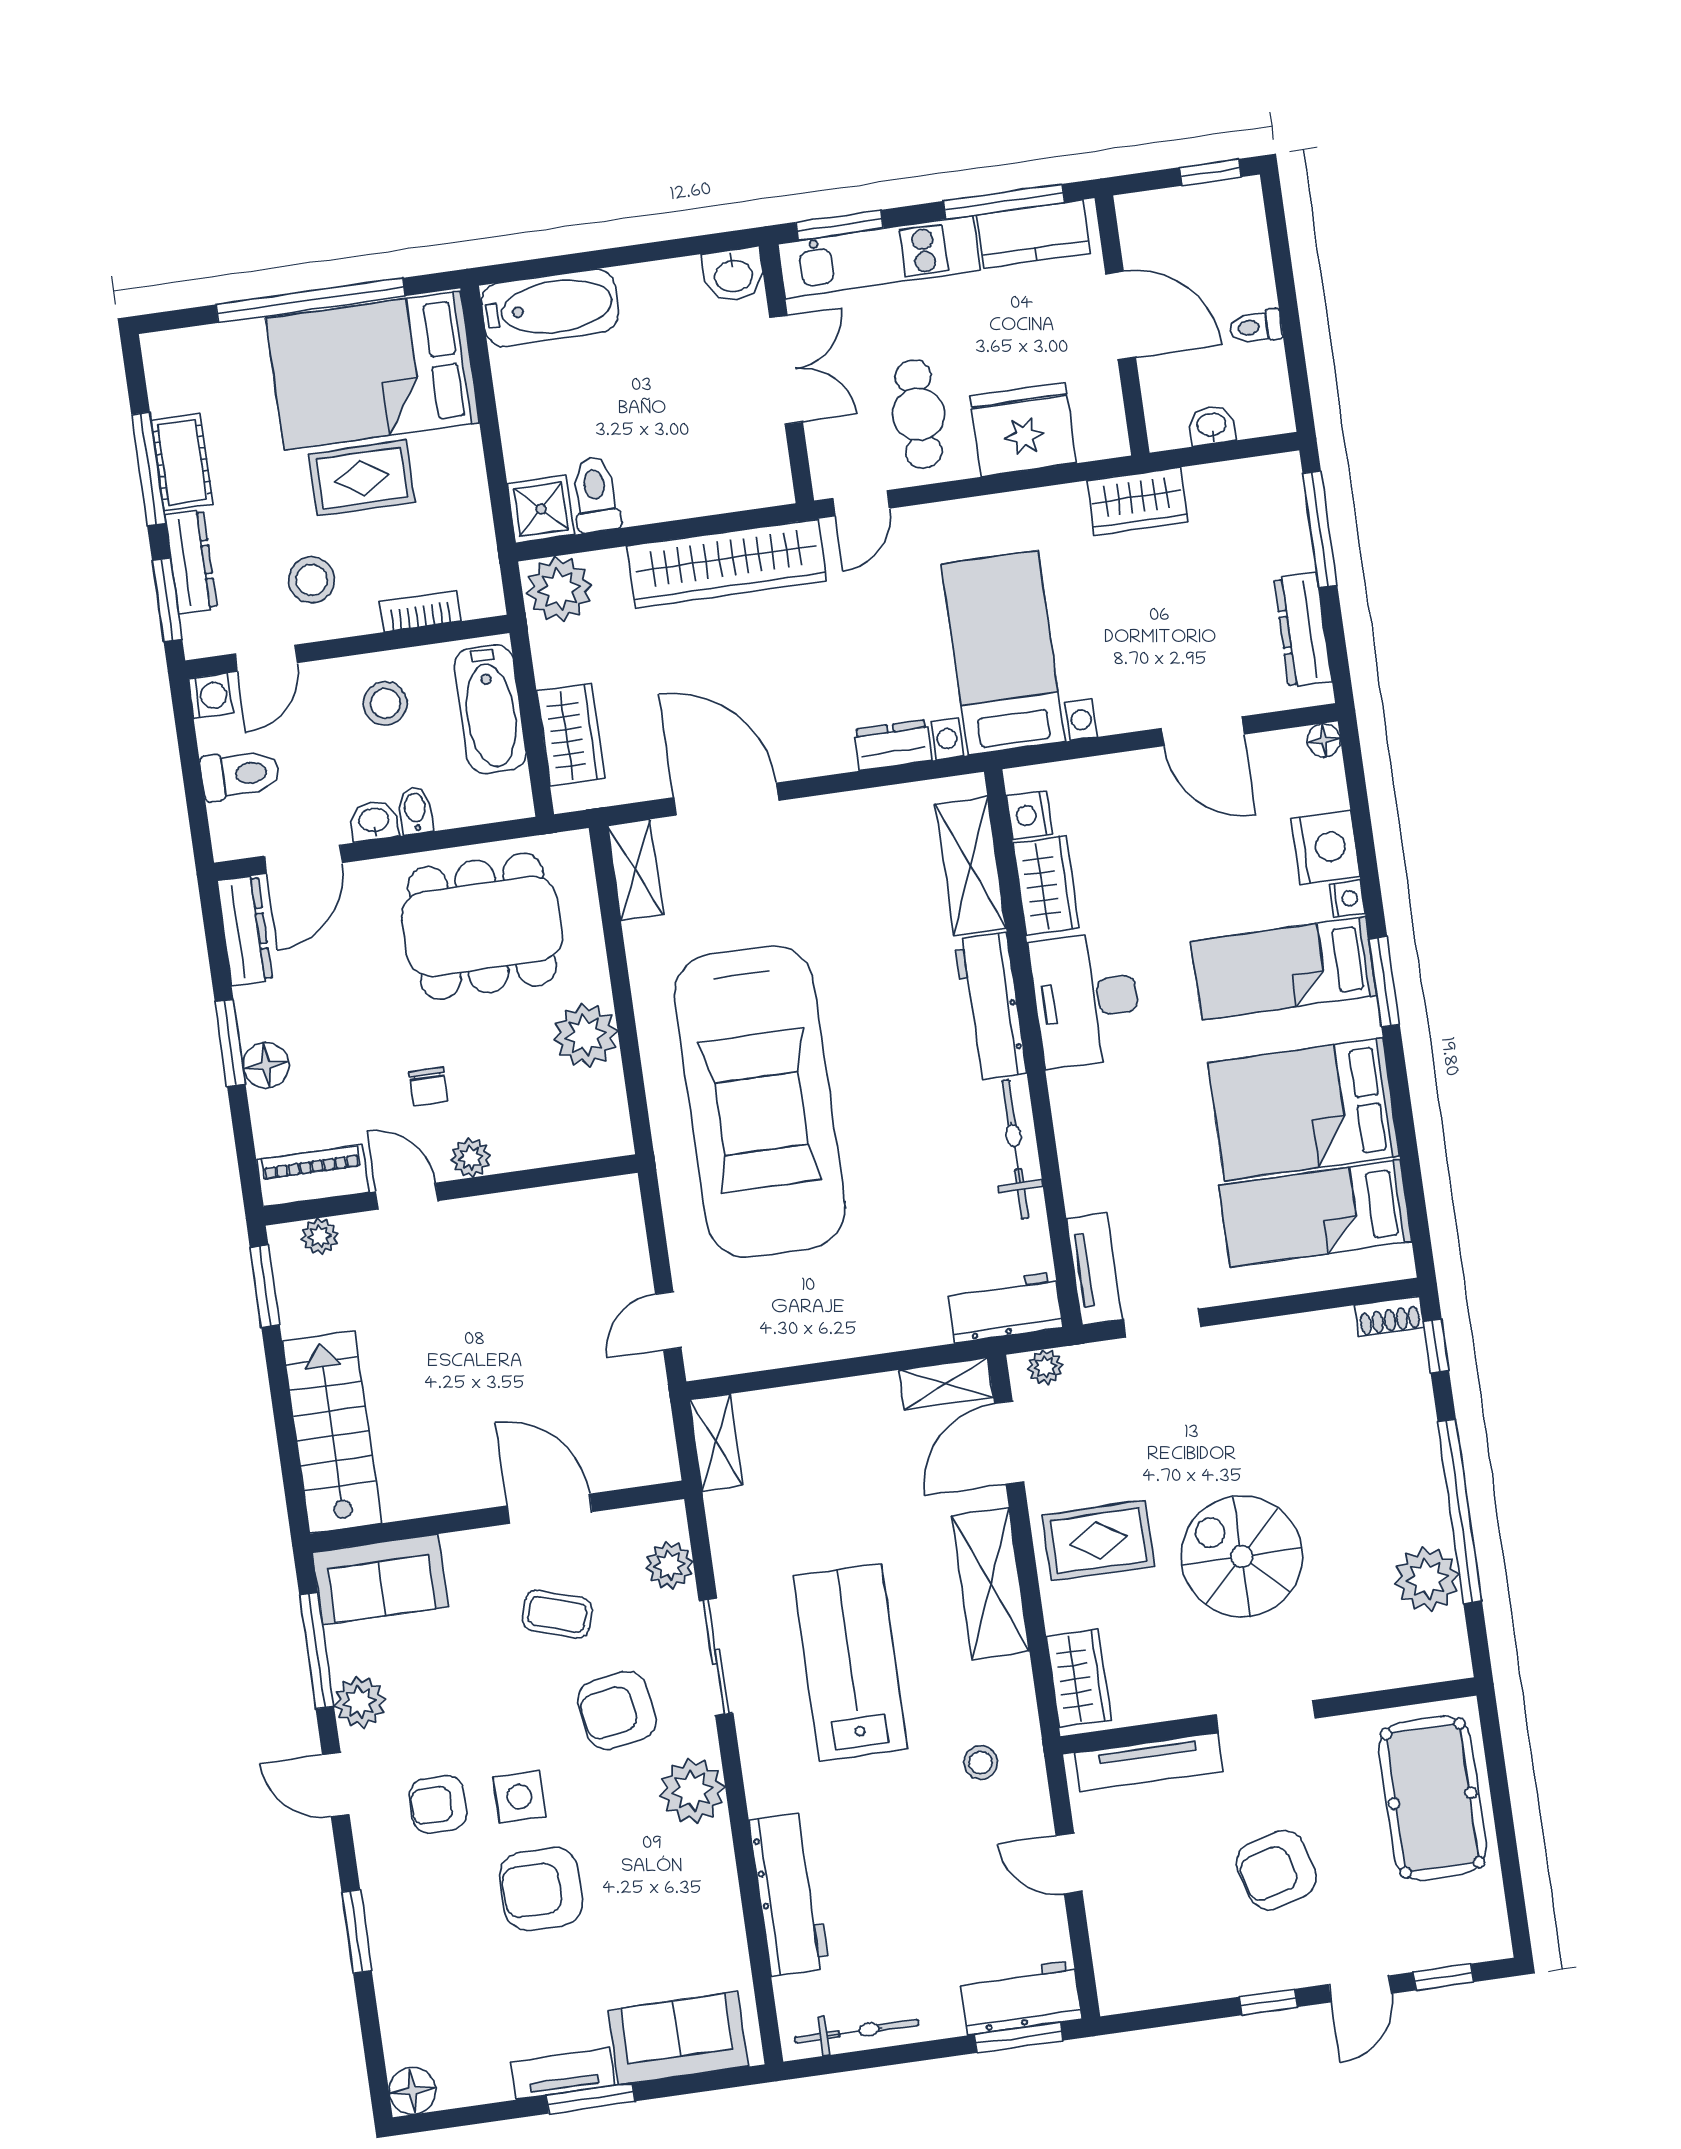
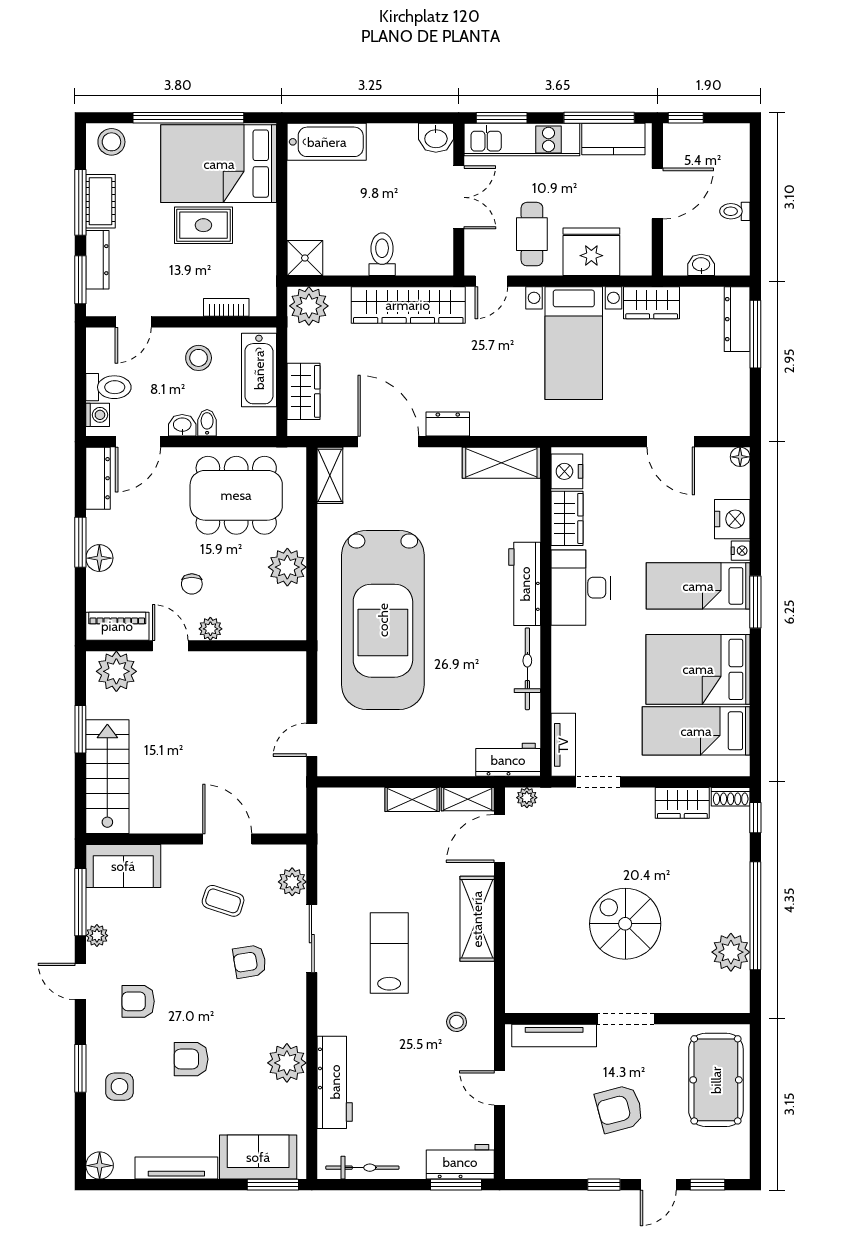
window: (1211, 172) -> (686, 118), moved
door: (1121, 316) -> (657, 194), hinge flipped
toilet: (595, 495) -> (382, 254), moved
stool: (312, 580) -> (111, 142), moved
dresser: (1303, 630) -> (737, 319), moved
bed with nightstands: (1003, 653) -> (574, 343), moved, turned 180
washing machine: (210, 696) -> (98, 415), moved
dresser: (893, 745) -> (448, 424), moved
nightstand: (1029, 815) -> (567, 471), width x1.36, depth x1.33
shelving: (971, 866) -> (501, 463), moved, turned 90
plant: (320, 1237) -> (116, 671), width x1.87, depth x1.87
window: (265, 1286) -> (80, 729), moved
shelving: (716, 1443) -> (412, 799), moved, turned 90
rug: (1098, 1541) -> (543, 903), removed
lab bench: (850, 1662) -> (389, 953), width x0.73, depth x0.72
wardrobe: (1079, 1678) -> (682, 803), moved, turned 90
plant: (360, 1702) -> (97, 936), width x0.73, depth x0.73
armchair: (617, 1710) -> (250, 961), width x0.72, depth x0.72
plant: (692, 1791) -> (287, 1063), moved
side table: (519, 1797) -> (119, 1087), moved
armchair: (541, 1889) -> (191, 1059), width x0.72, depth x0.72
tv unit: (563, 2074) -> (176, 1168), width x1.41
window: (591, 2098) -> (273, 1185), moved

